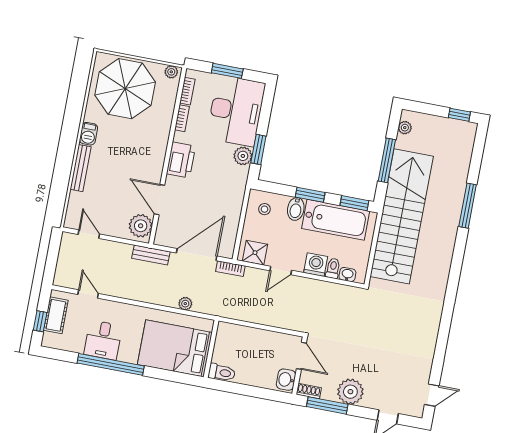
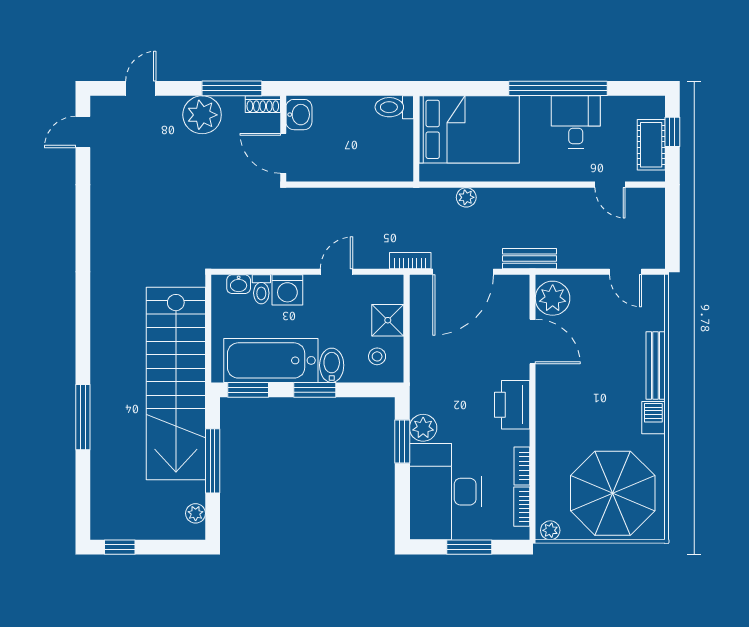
shower: (255, 253) -> (388, 320), moved

